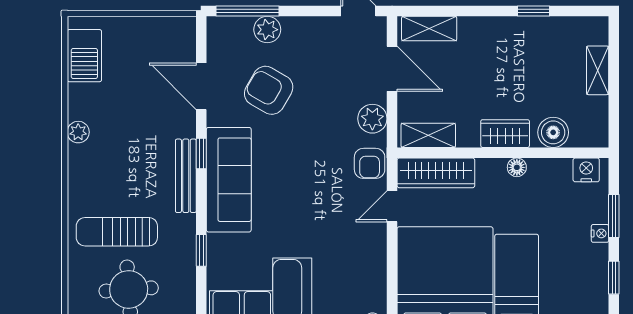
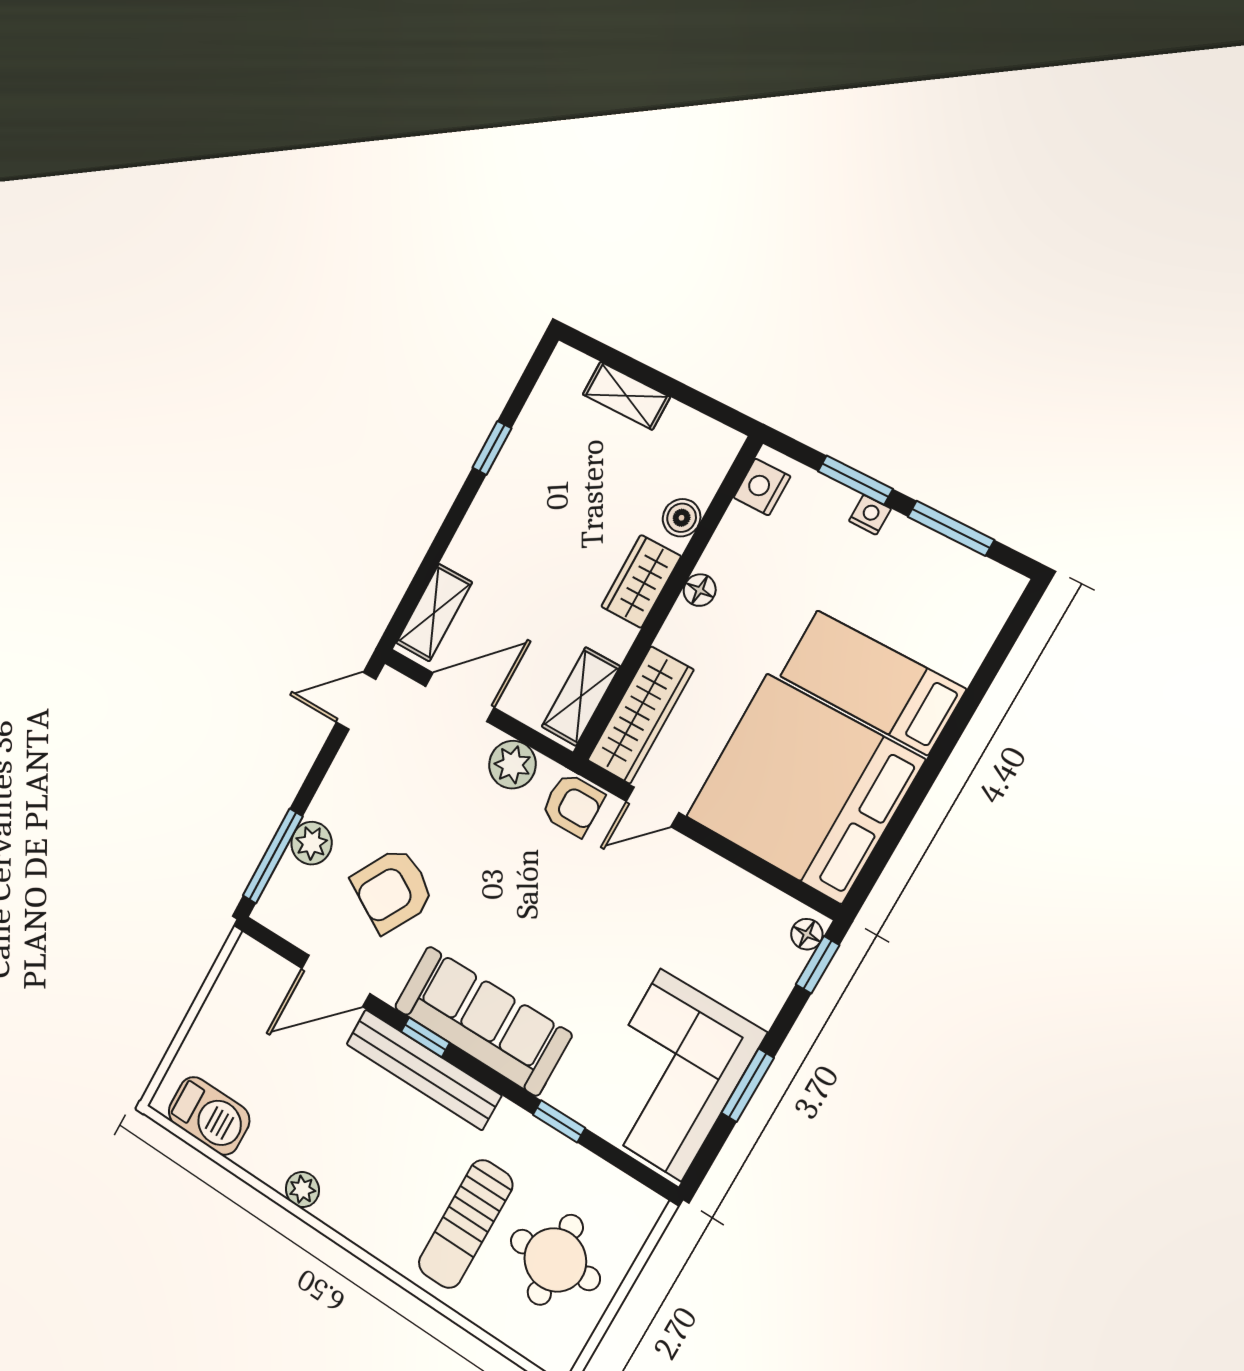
boiler: (553, 132) -> (682, 518), width x0.73, depth x0.73
bench: (186, 176) -> (423, 1070), width x1.37, depth x1.21
door: (392, 206) -> (653, 807), hinge flipped
window: (614, 278) -> (951, 528), width x1.50

